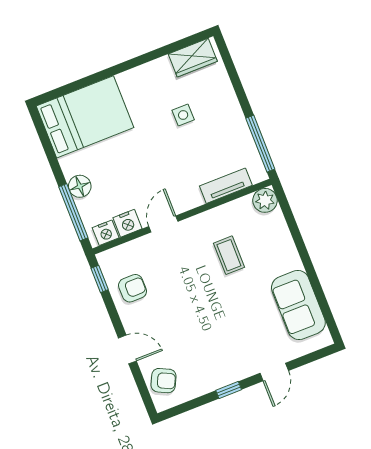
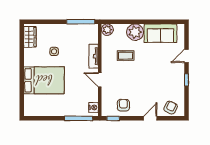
bed: (85, 117) -> (44, 80), moved, turned 90
floor lamp: (80, 186) -> (68, 111), removed
tv unit: (226, 186) -> (94, 56), moved
nightstand: (127, 223) -> (93, 96), removed
plant: (281, 256) -> (135, 32), added
door: (274, 372) -> (186, 56), swing flipped

